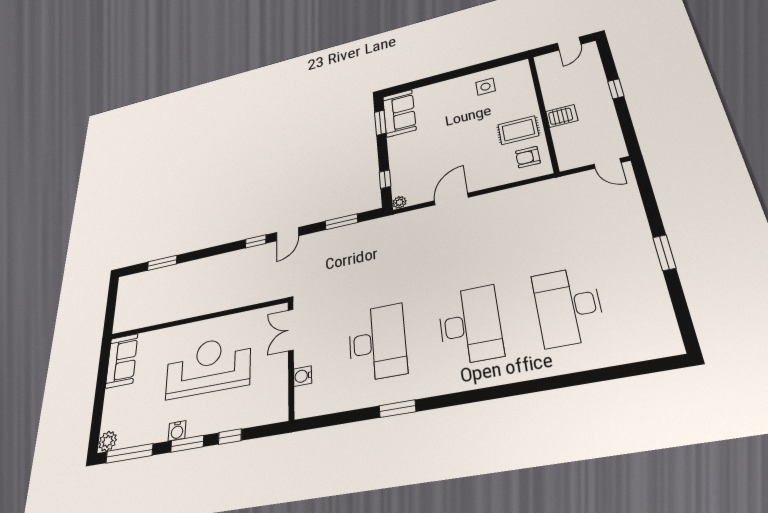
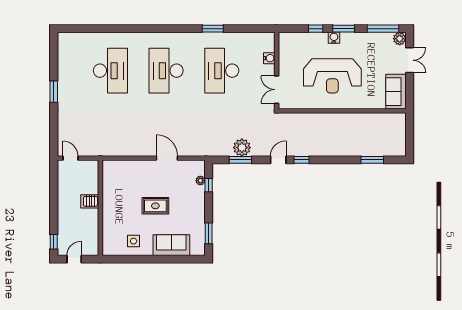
window: (616, 89) -> (54, 242), moved
sofa: (399, 113) -> (171, 245), moved, turned 90
rug: (518, 130) -> (155, 206), moved
armchair: (528, 157) -> (116, 176), removed
door: (451, 199) -> (167, 158), swing flipped
plant: (399, 202) -> (200, 181), moved
plant: (340, 238) -> (242, 148), added
double door: (291, 330) -> (277, 90), swing flipped
double door: (98, 410) -> (410, 60), added
water cooler: (177, 431) -> (334, 38), moved

